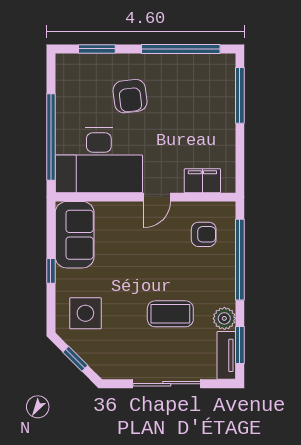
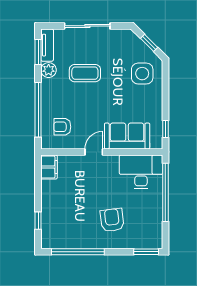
window: (97, 49) -> (146, 252), moved
window: (240, 95) -> (38, 221), width x0.46
desk: (99, 160) -> (141, 172), width x0.73, depth x0.77
filing cabinet: (202, 181) -> (49, 167), moved, turned -90
sofa: (75, 235) -> (127, 136), moved, turned 90
window: (51, 271) -> (165, 129), moved

